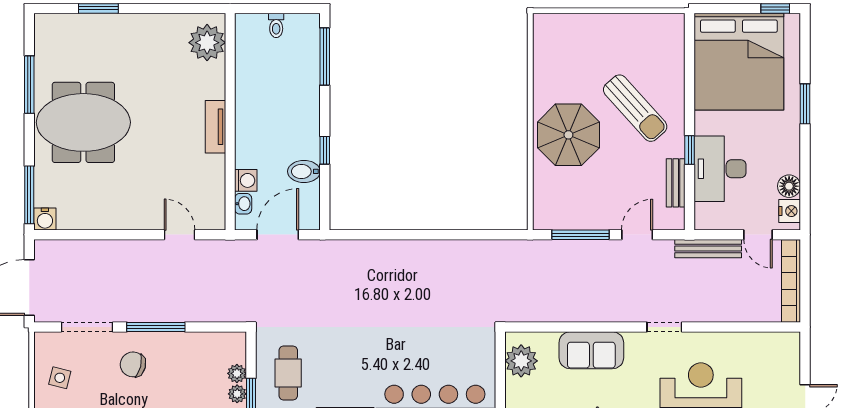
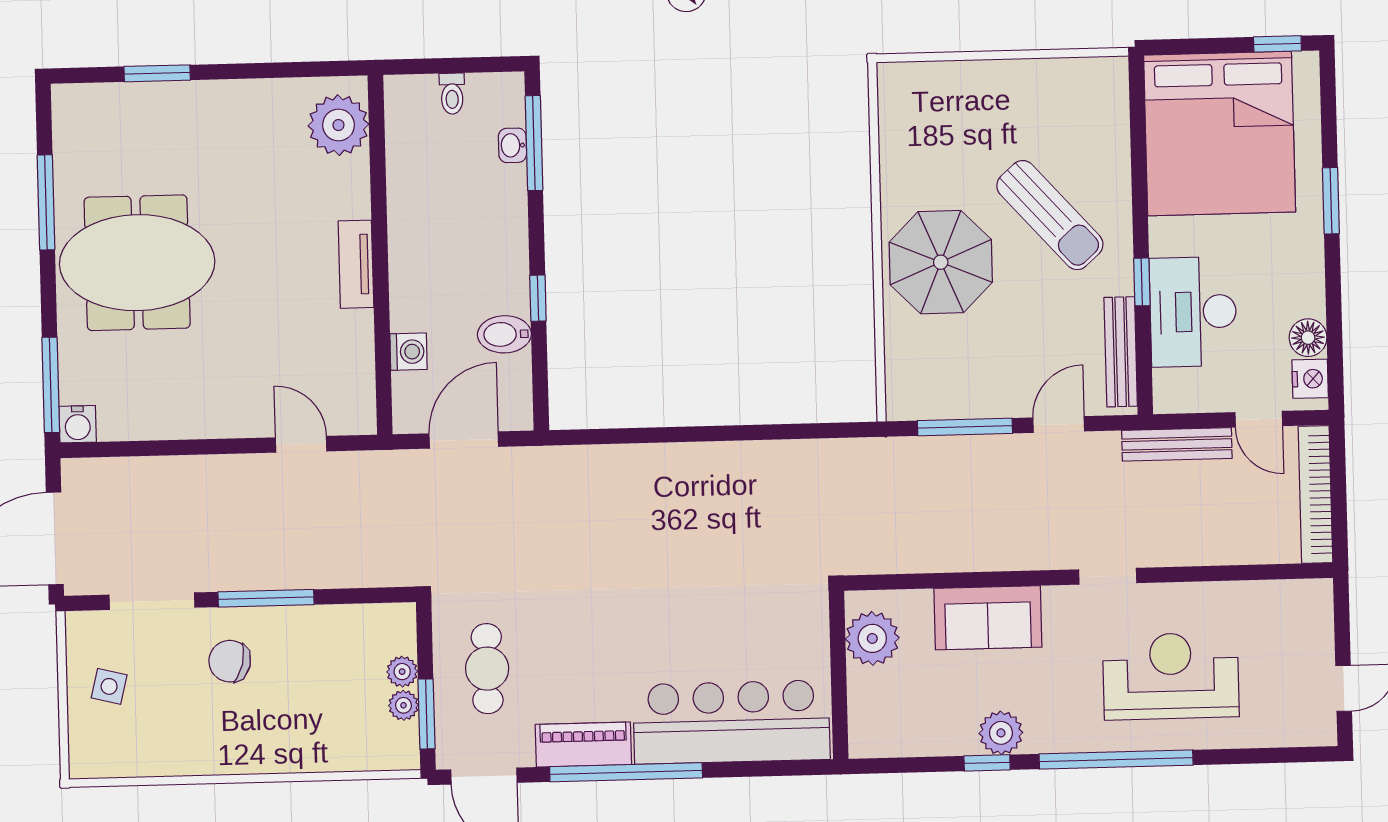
bench: (676, 183) -> (1121, 352), width x1.36
washbasin: (243, 204) -> (512, 145), moved, turned 180

